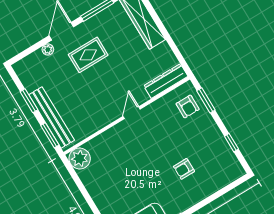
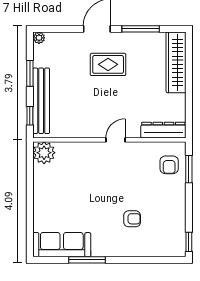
plant: (48, 50) -> (39, 38), moved
window: (50, 135) -> (30, 116), width x0.67
window: (231, 143) -> (189, 242), moved
armchair: (184, 169) -> (132, 219), turned 180

